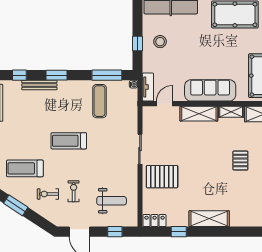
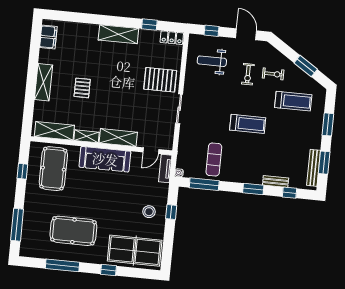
bench: (39, 85) -> (276, 182), width x0.73

